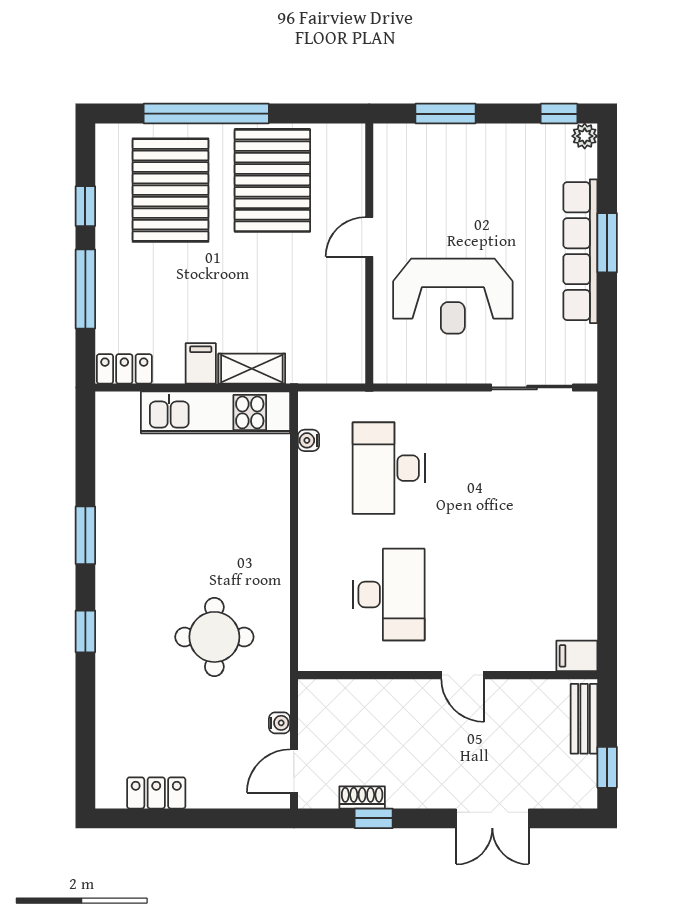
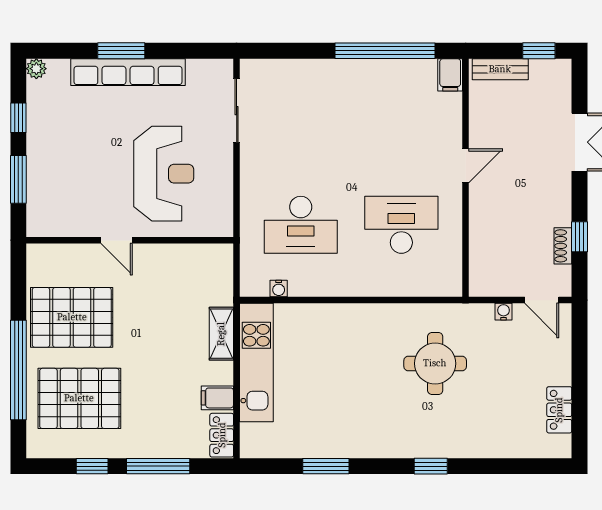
window: (559, 114) -> (18, 118), moved
filing cabinet: (201, 363) -> (217, 398), moved
window: (85, 535) -> (326, 466), moved
window: (607, 574) -> (385, 51), added

